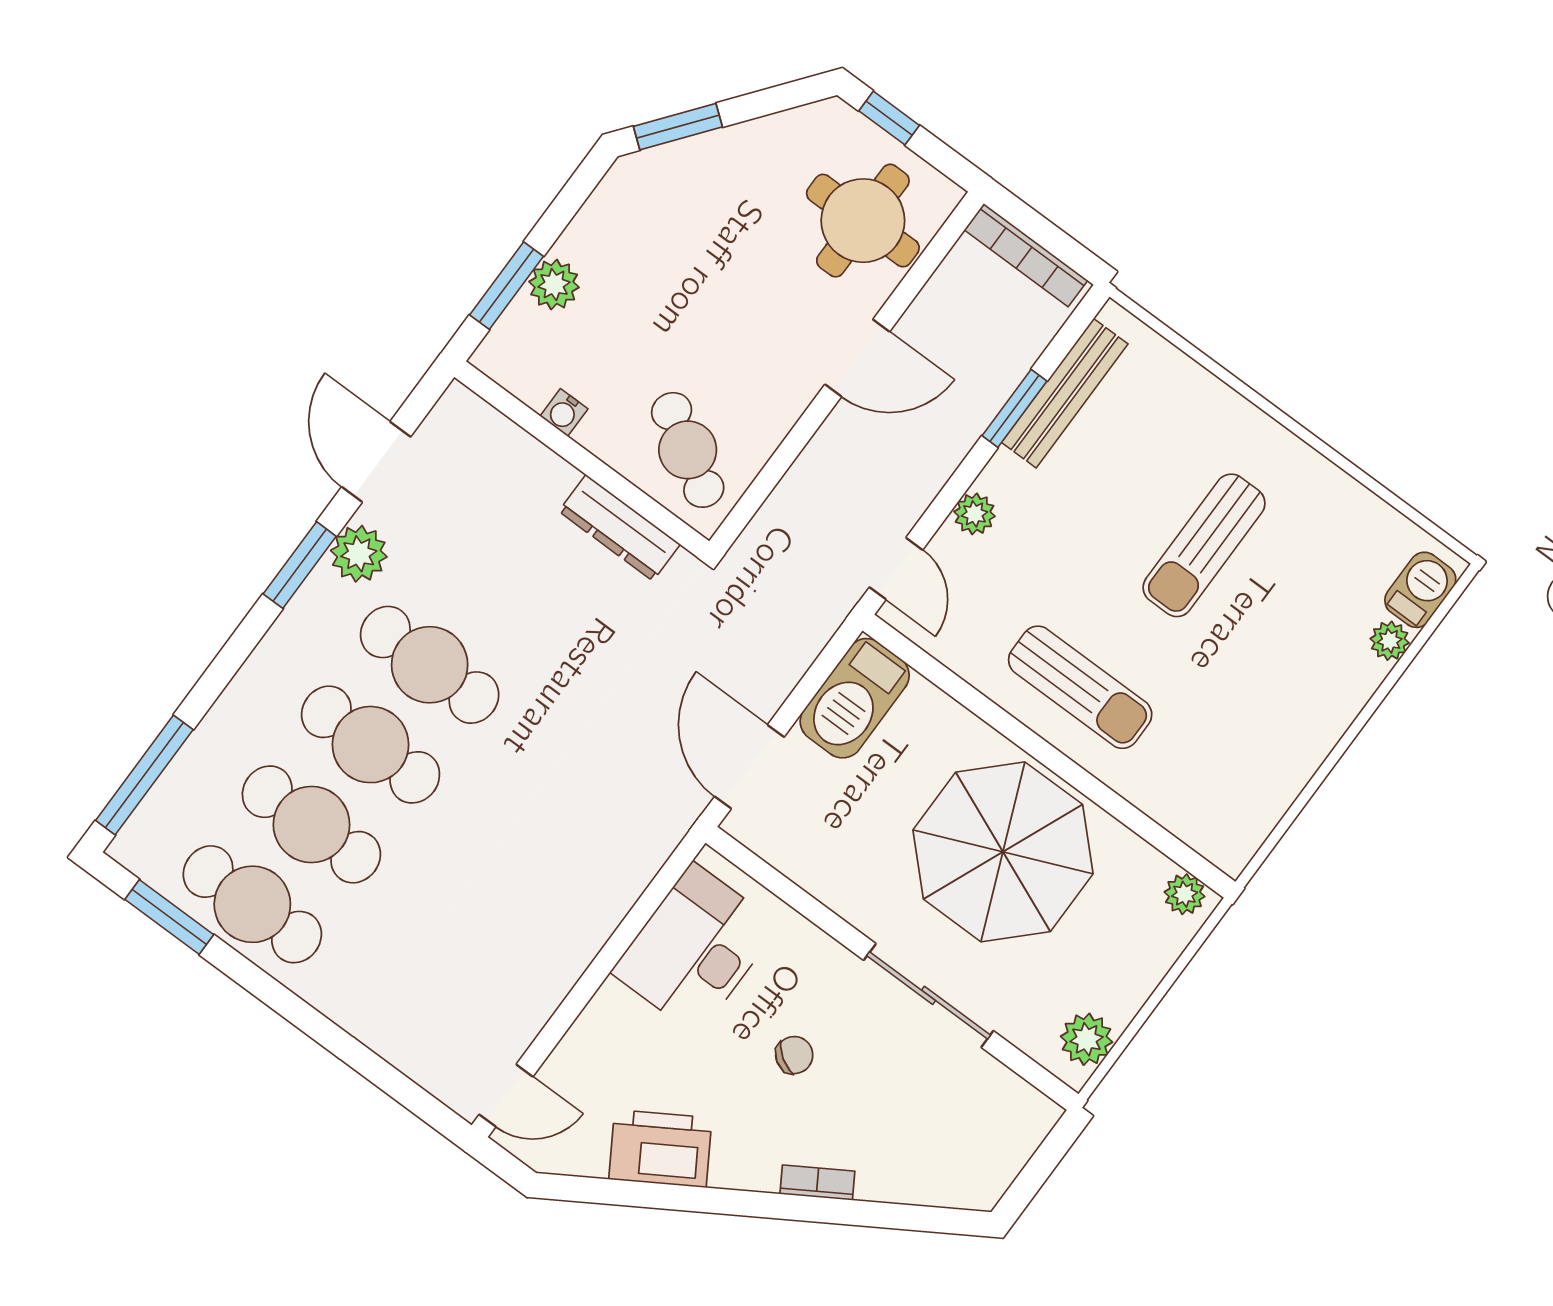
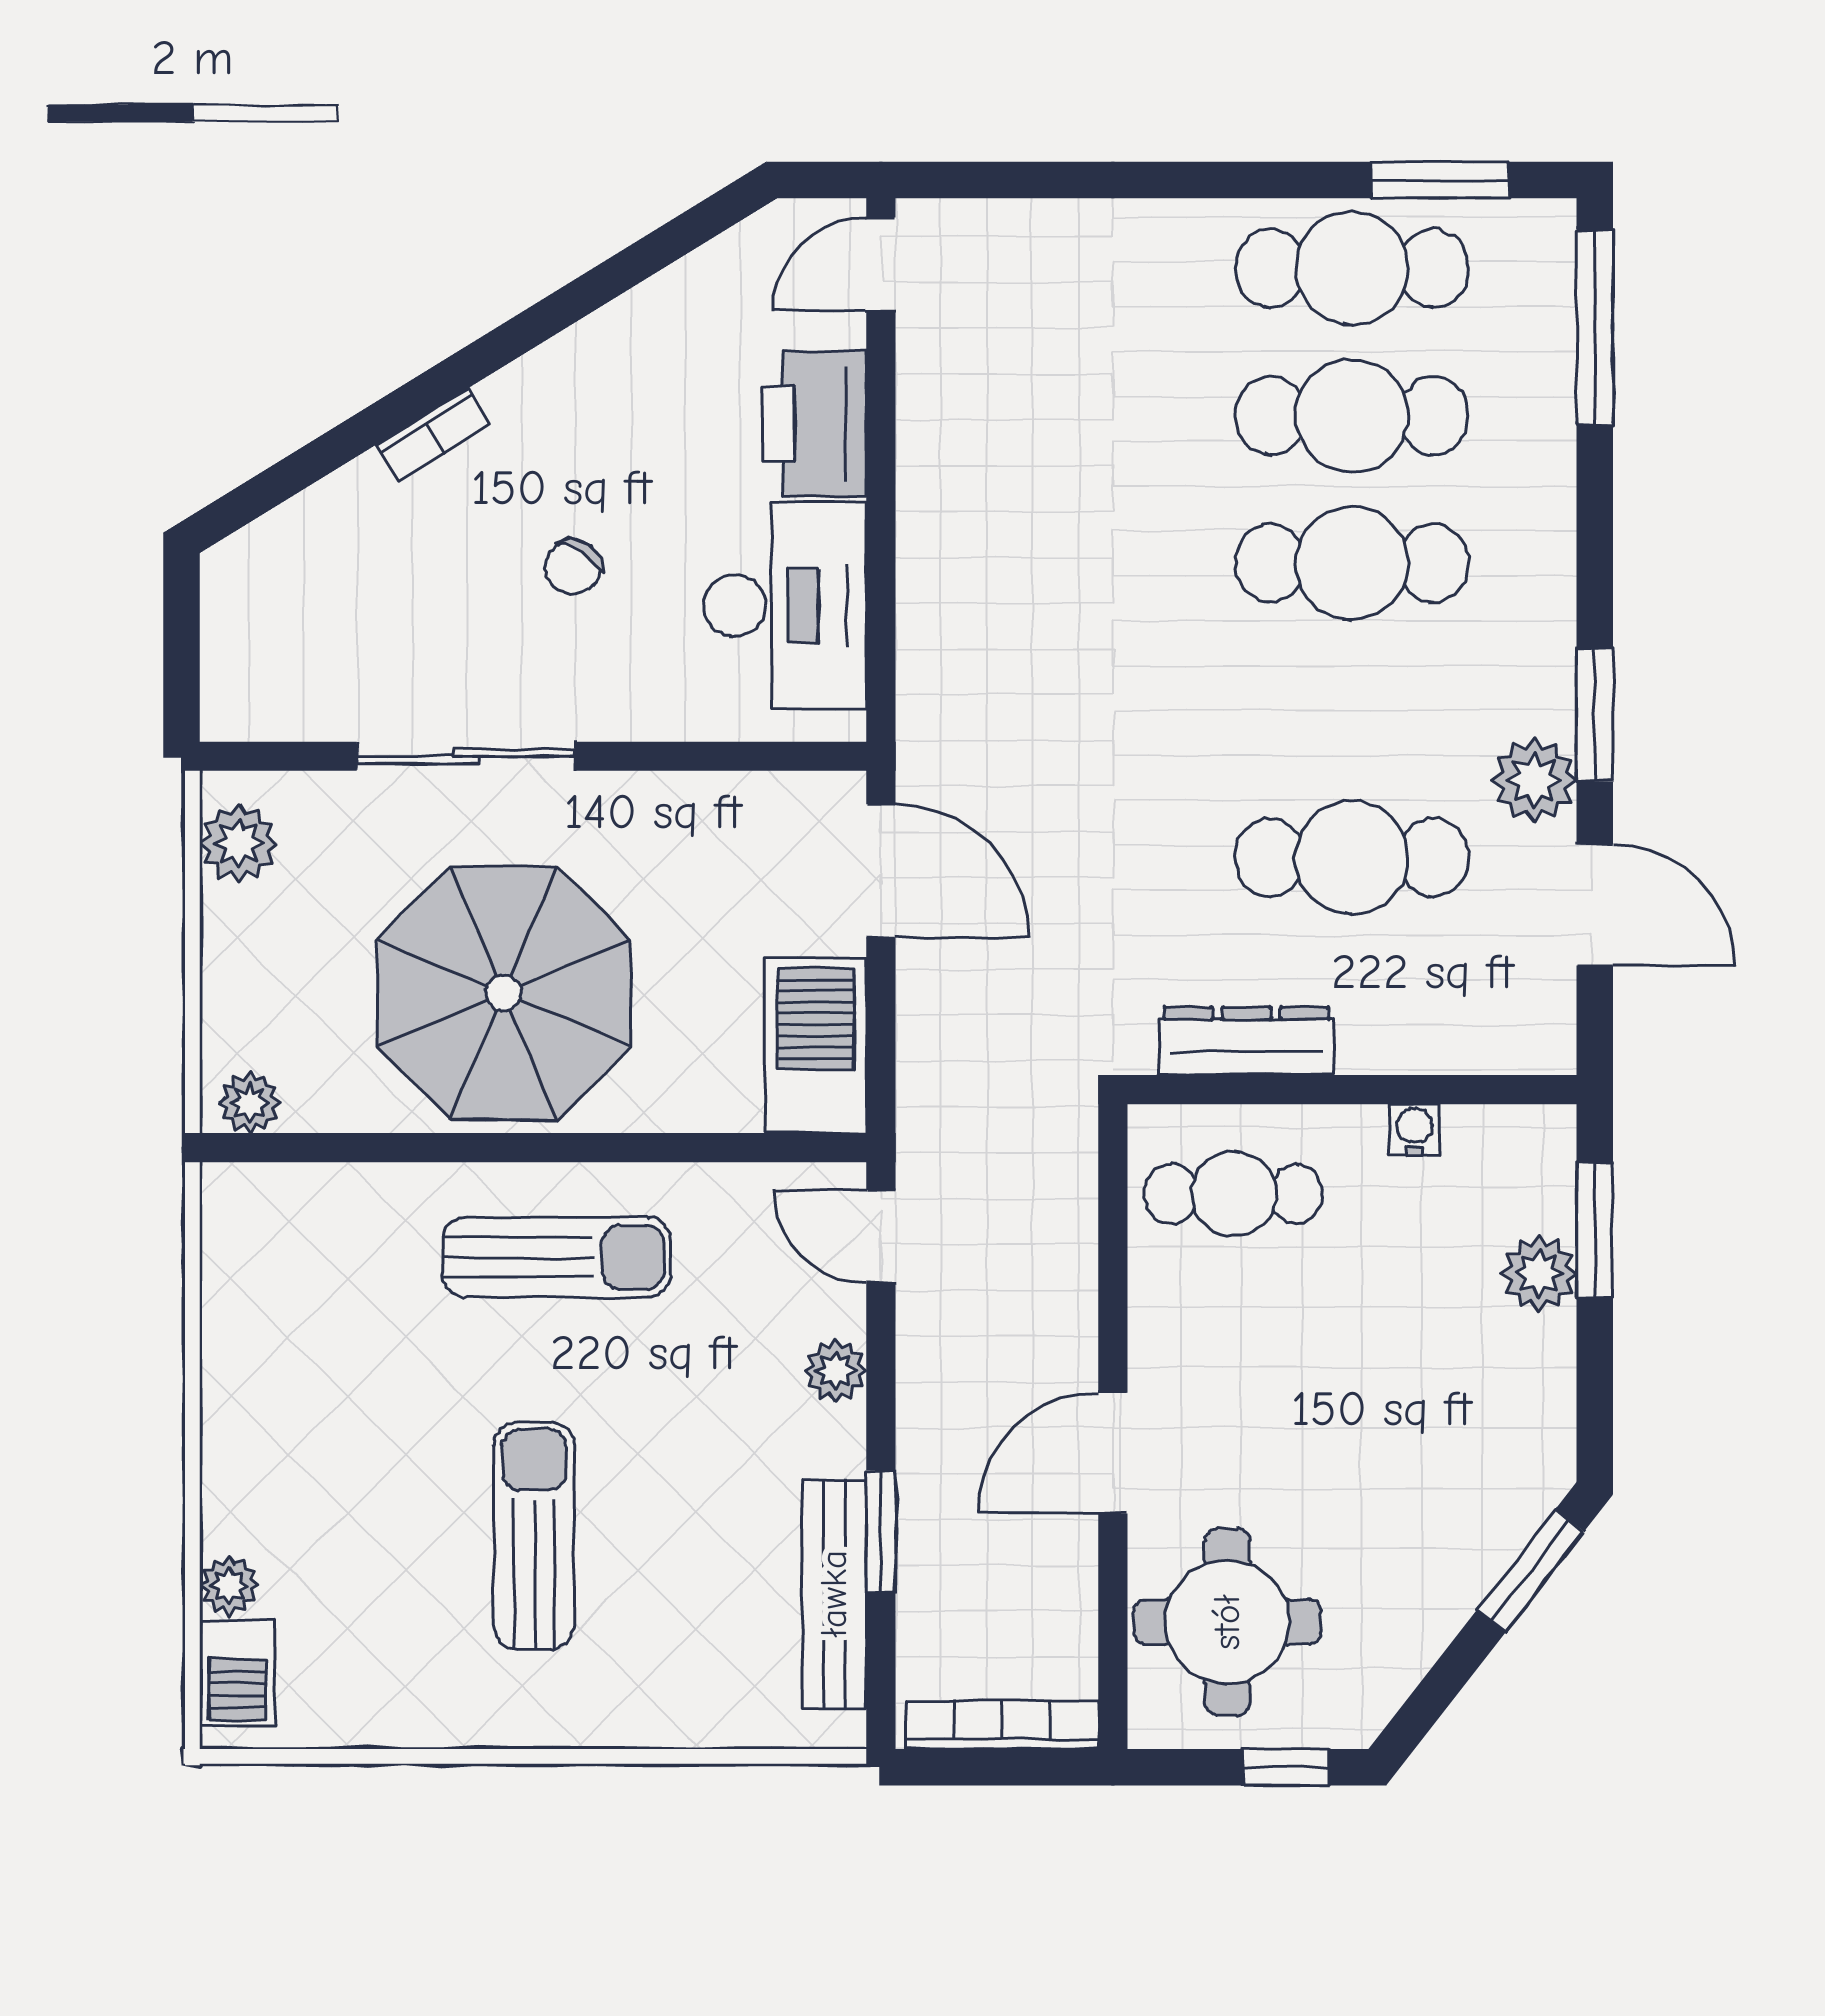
cafe table: (688, 450) -> (1234, 1194), turned -31
cafe table: (430, 665) -> (1352, 858), moved
sun lounger: (1080, 687) -> (557, 1257), turned 180
printer: (660, 1149) -> (814, 424), moved, turned 122

